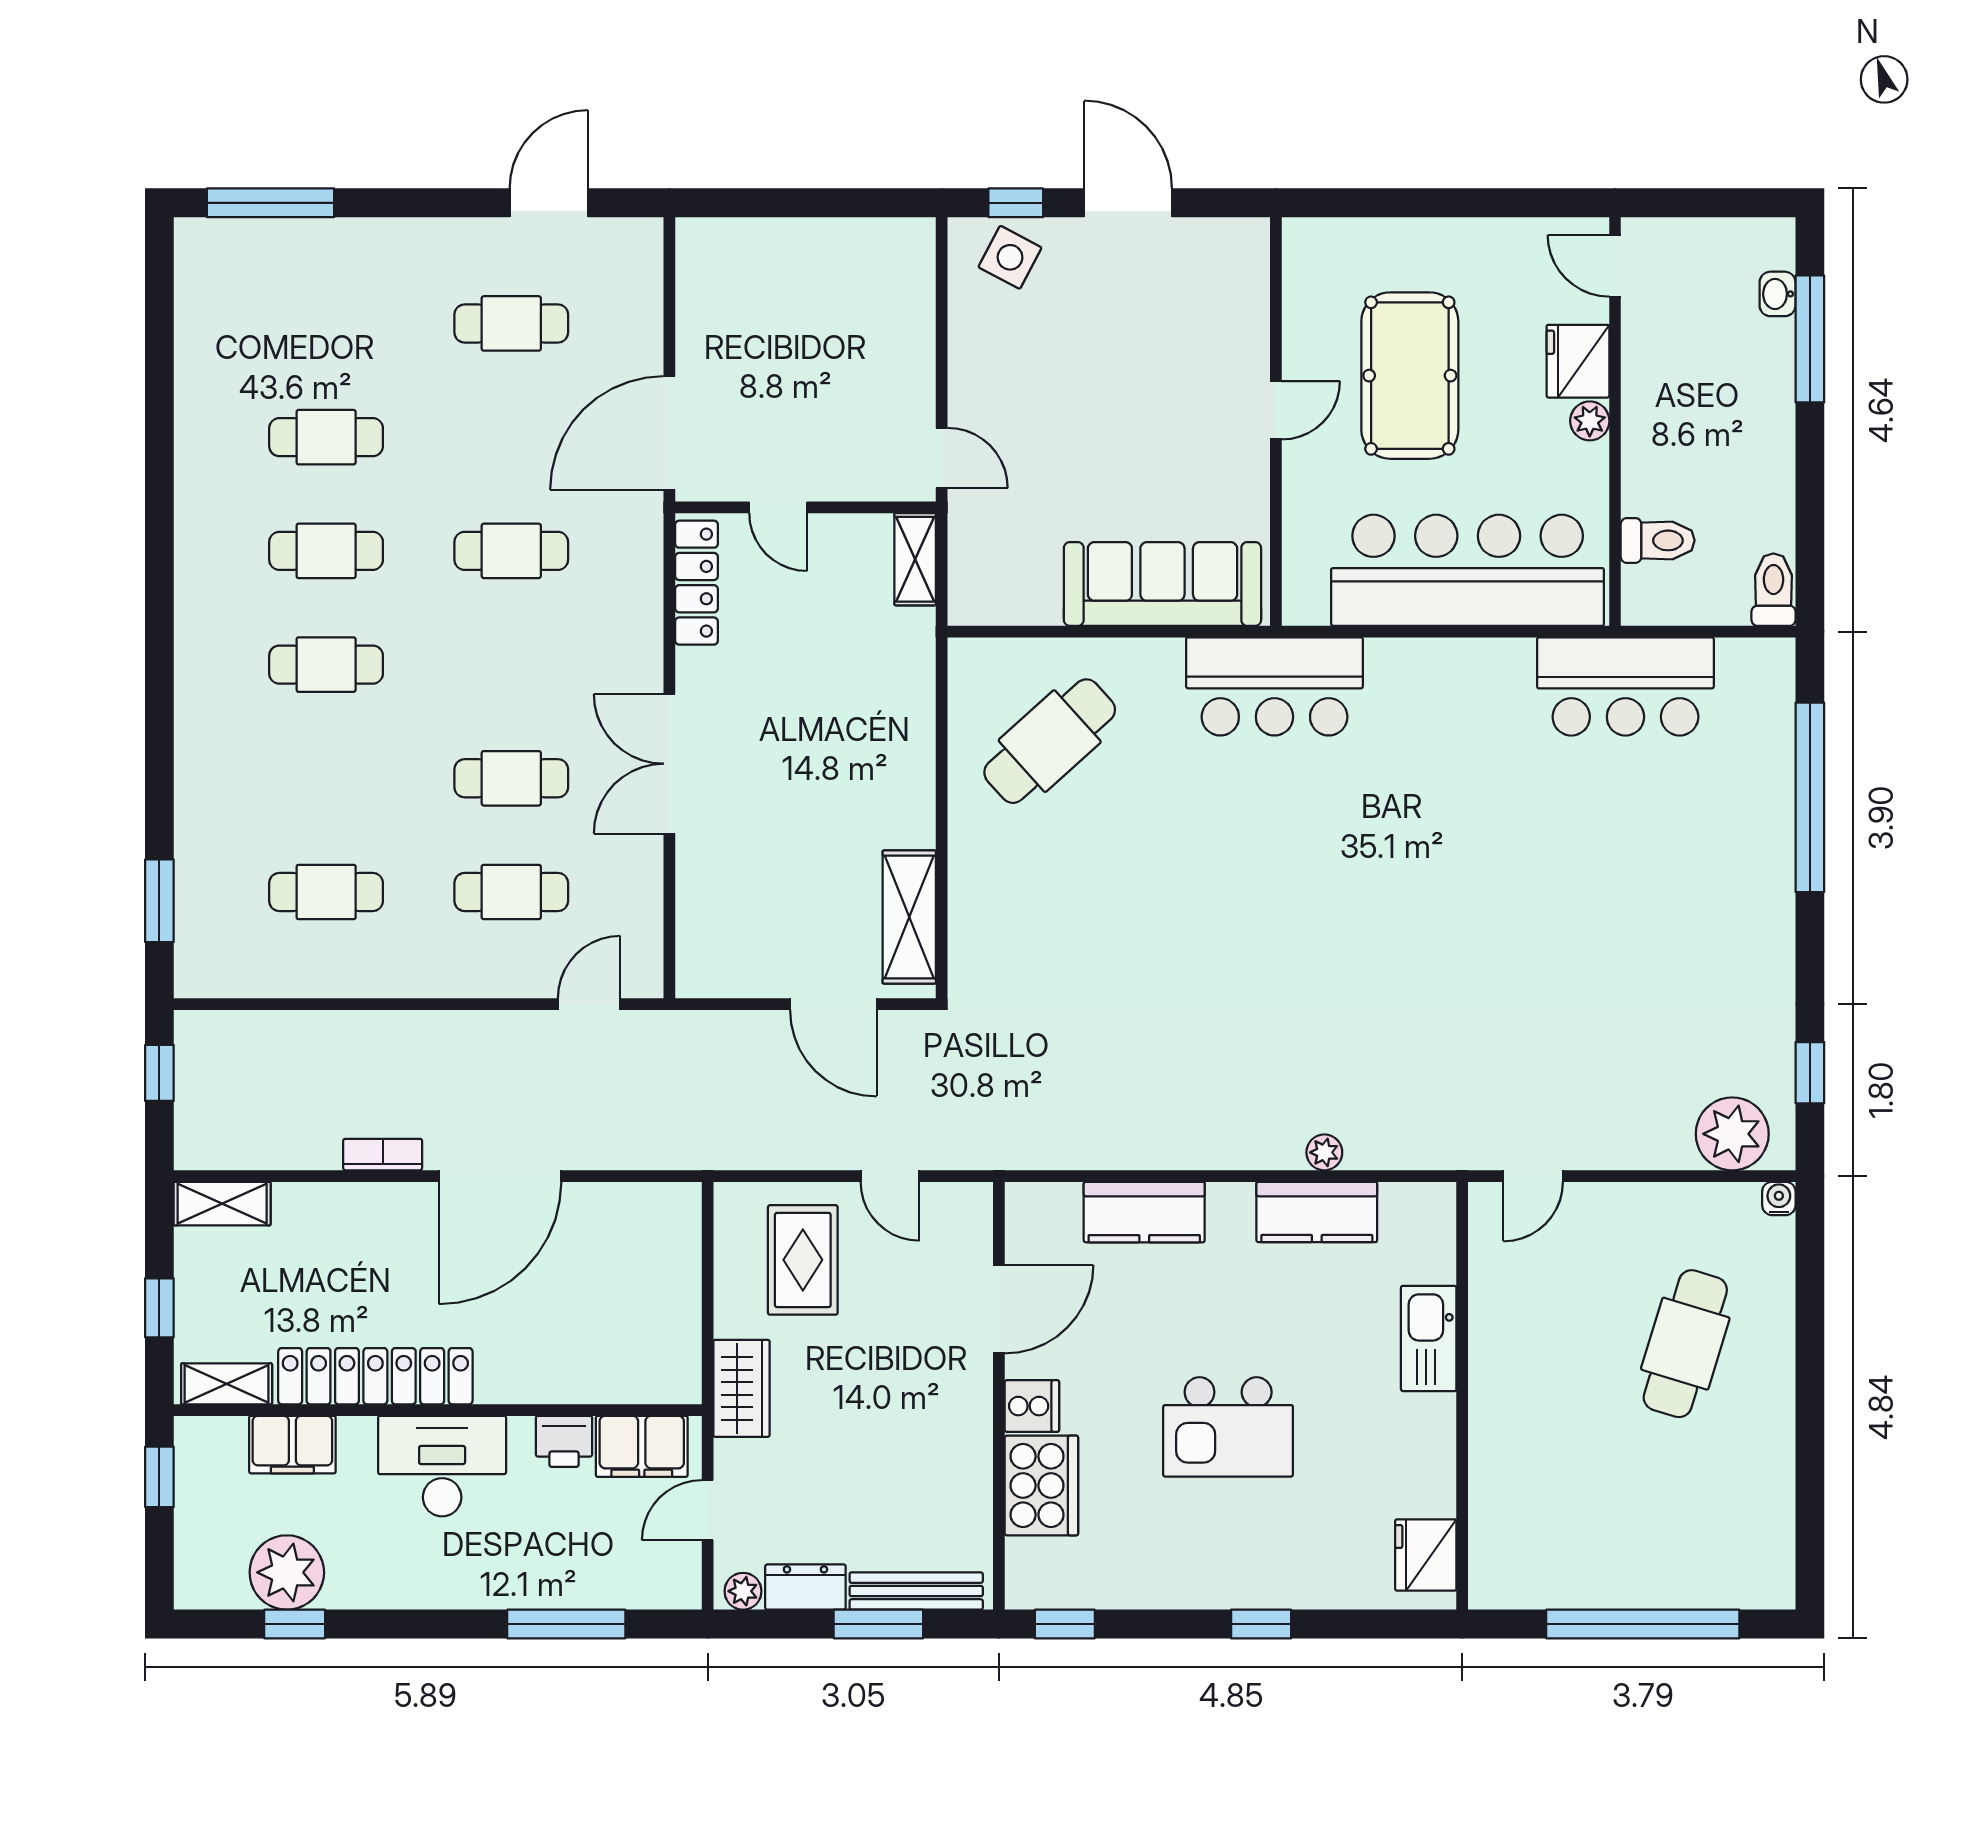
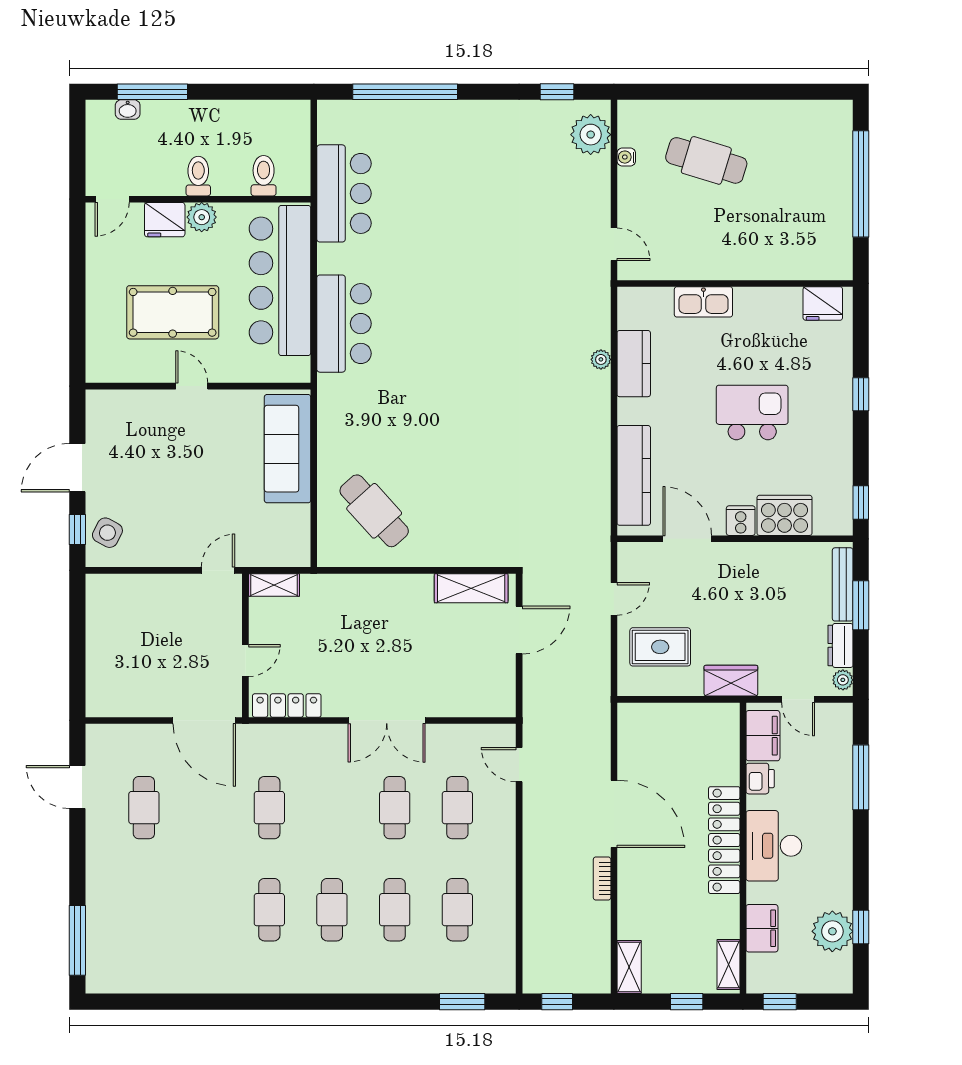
plant: (1590, 421) -> (202, 217), width x1.38, depth x1.38
cafe table: (326, 437) -> (395, 910), moved
toilet: (1773, 590) -> (198, 176), moved, turned 90
bar counter: (1274, 686) -> (344, 324), moved
water cooler: (1779, 1198) -> (626, 157), moved
kitchen counter: (1144, 1212) -> (634, 475), width x1.50
locker: (375, 1376) -> (724, 840), moved
kitchen island: (1228, 1427) -> (752, 412), turned -90

